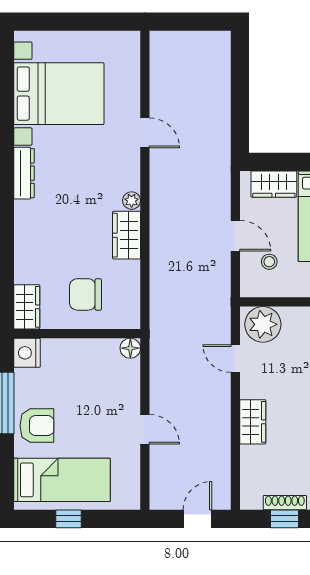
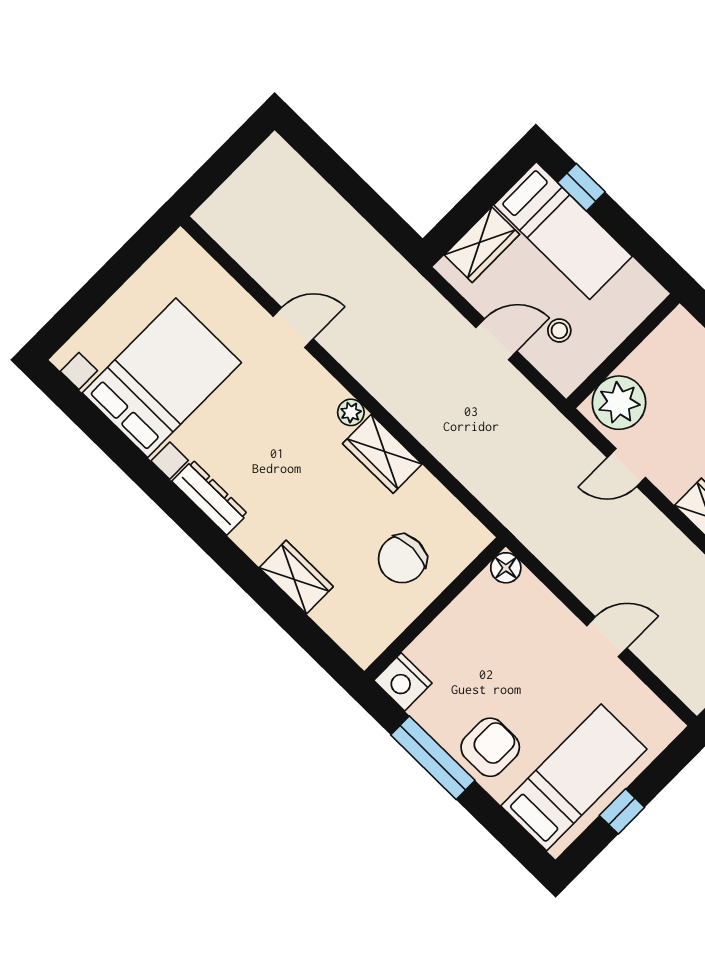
wardrobe: (27, 307) -> (296, 577), moved

